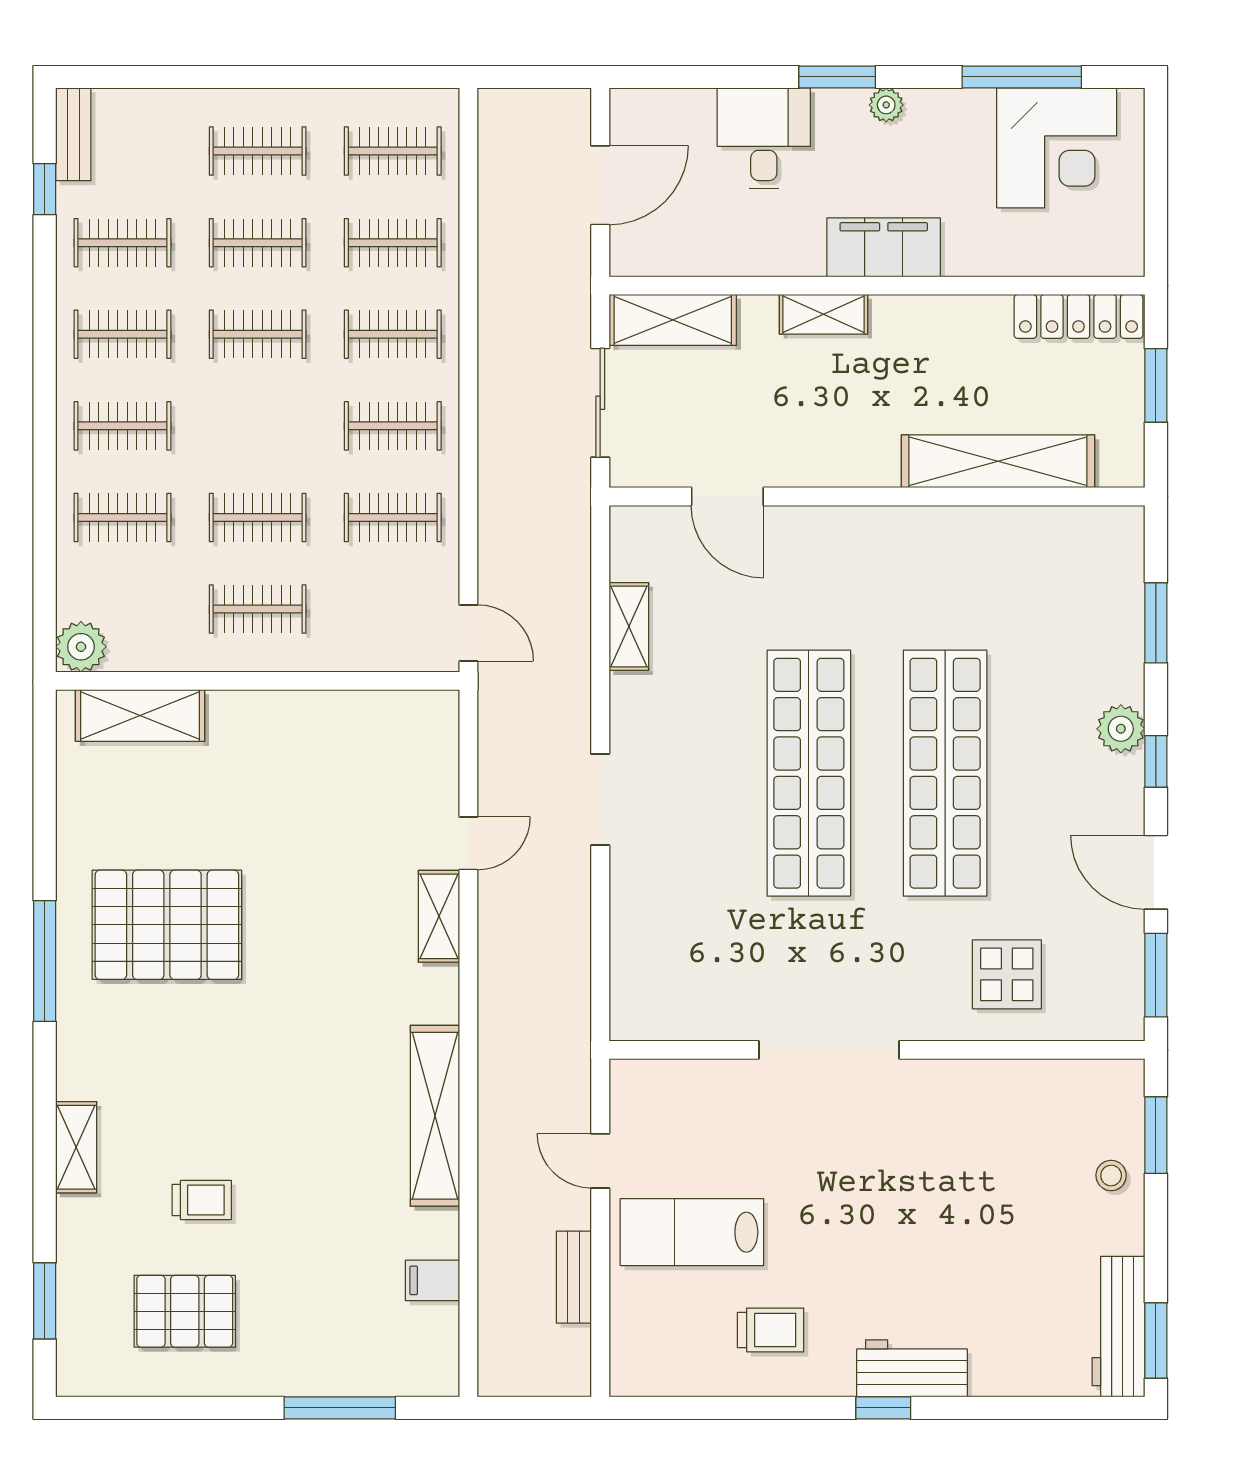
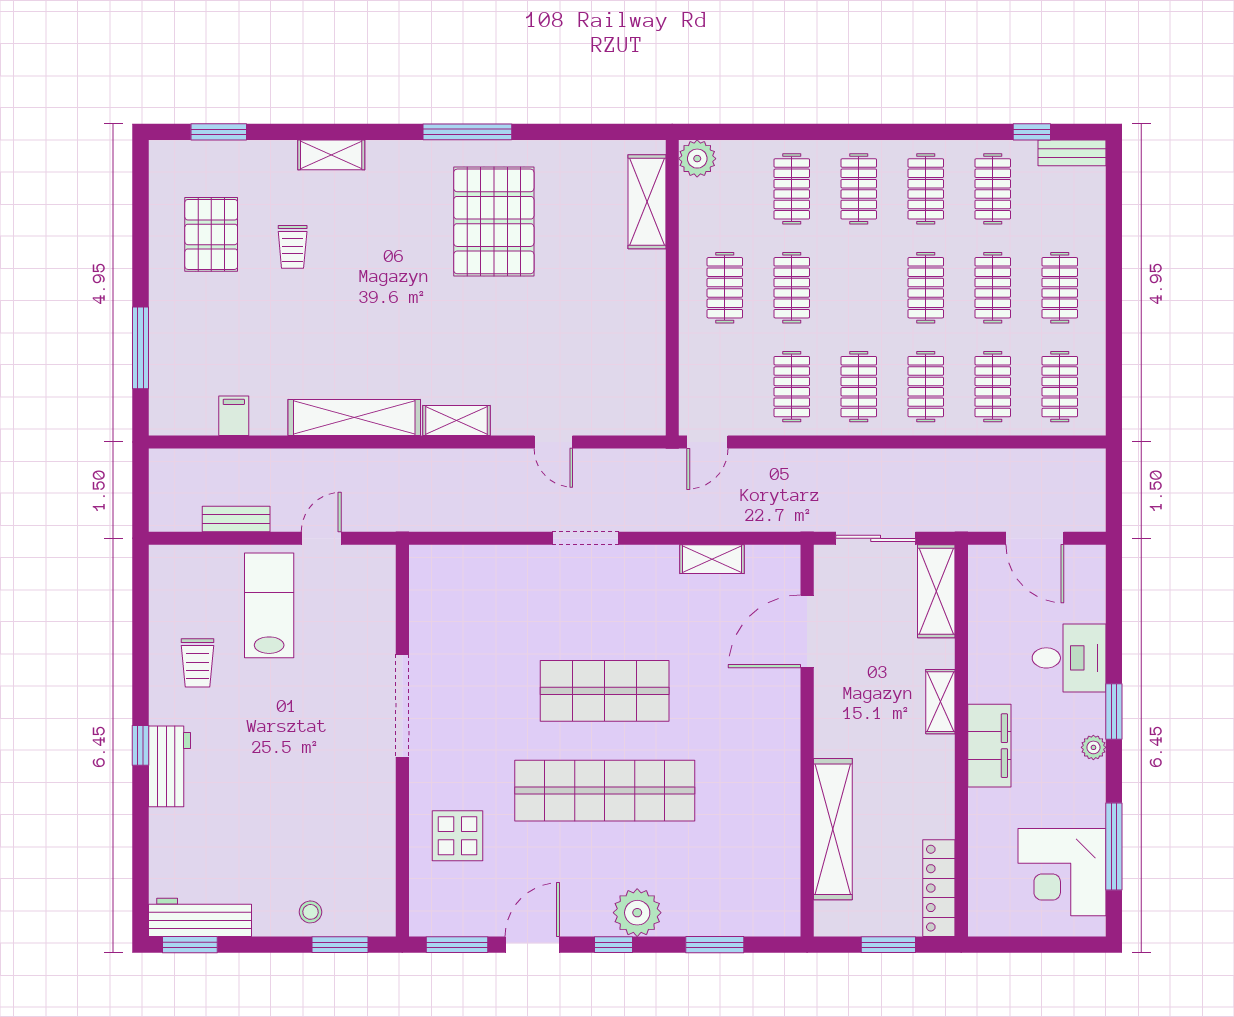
door: (727, 496) -> (807, 631), width x1.36
plant: (1121, 729) -> (637, 913), width x1.36, depth x1.36
shop shelf: (809, 773) -> (605, 691), width x0.71
shelving: (439, 916) -> (457, 420), moved

